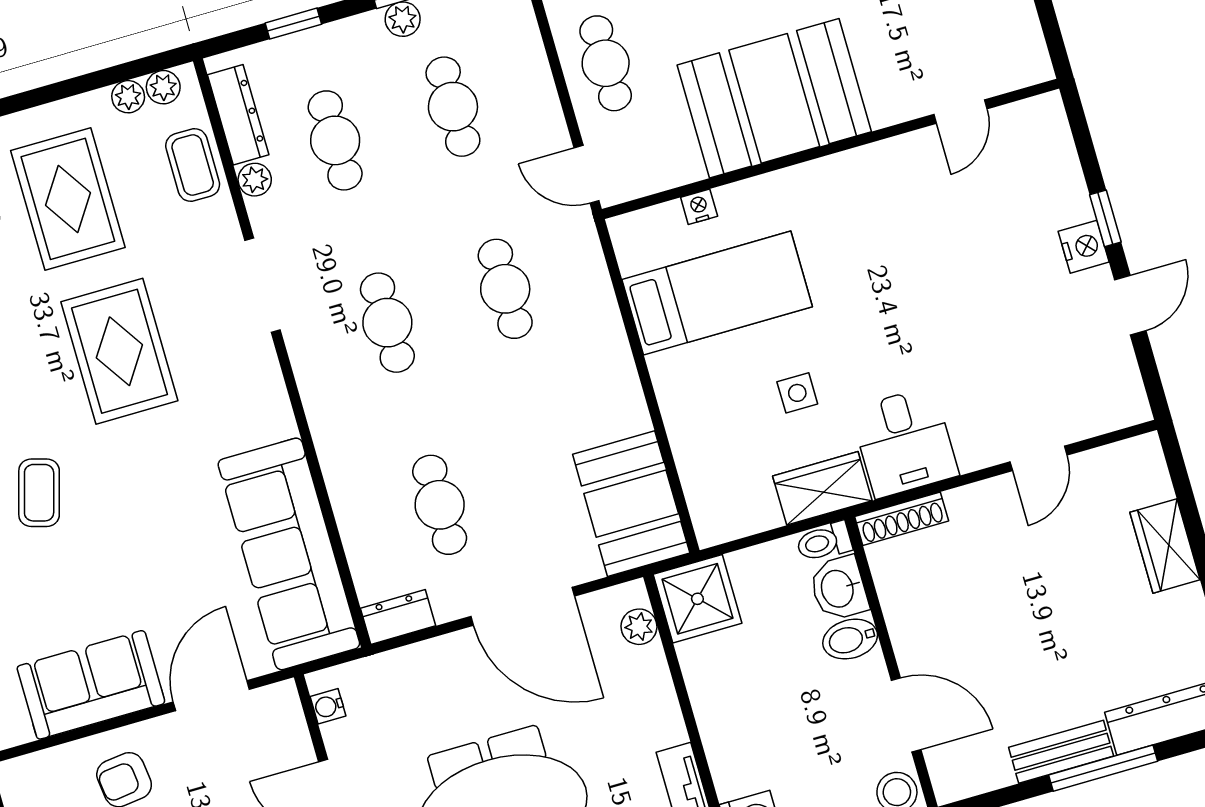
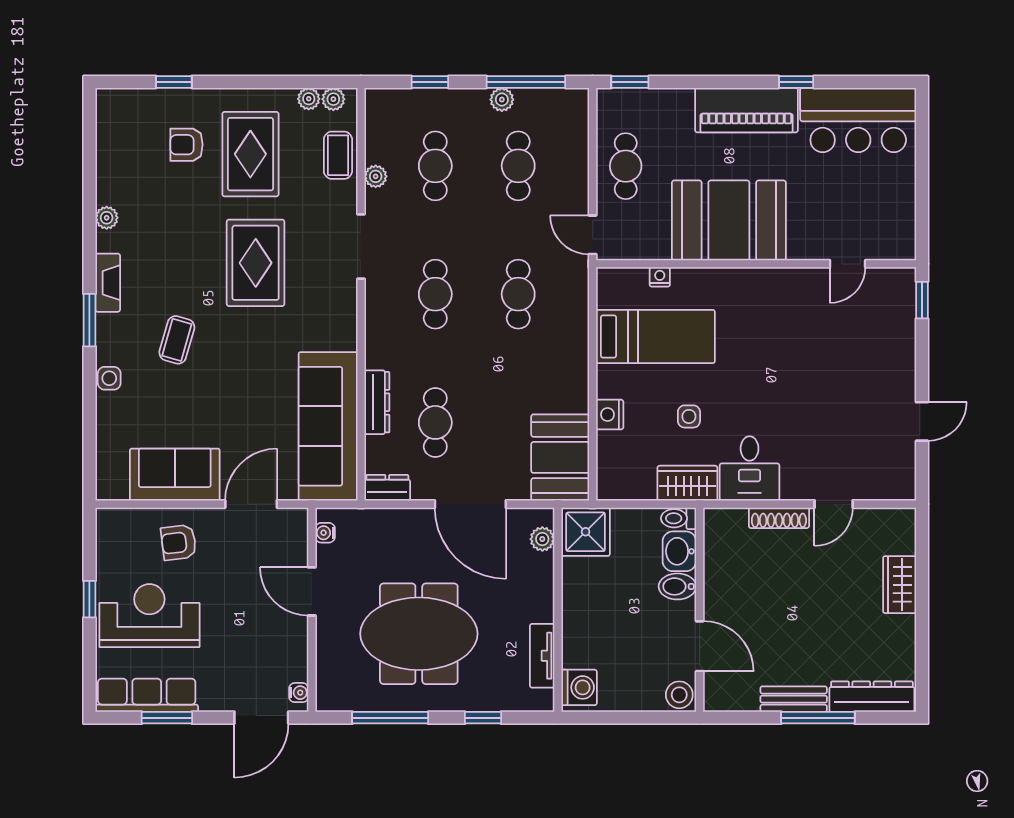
dresser: (238, 115) -> (377, 402), moved
window: (1105, 218) -> (922, 300), moved
nightstand: (1084, 247) -> (610, 415), moved, turned 180
shoe rack: (902, 519) -> (779, 518), moved

